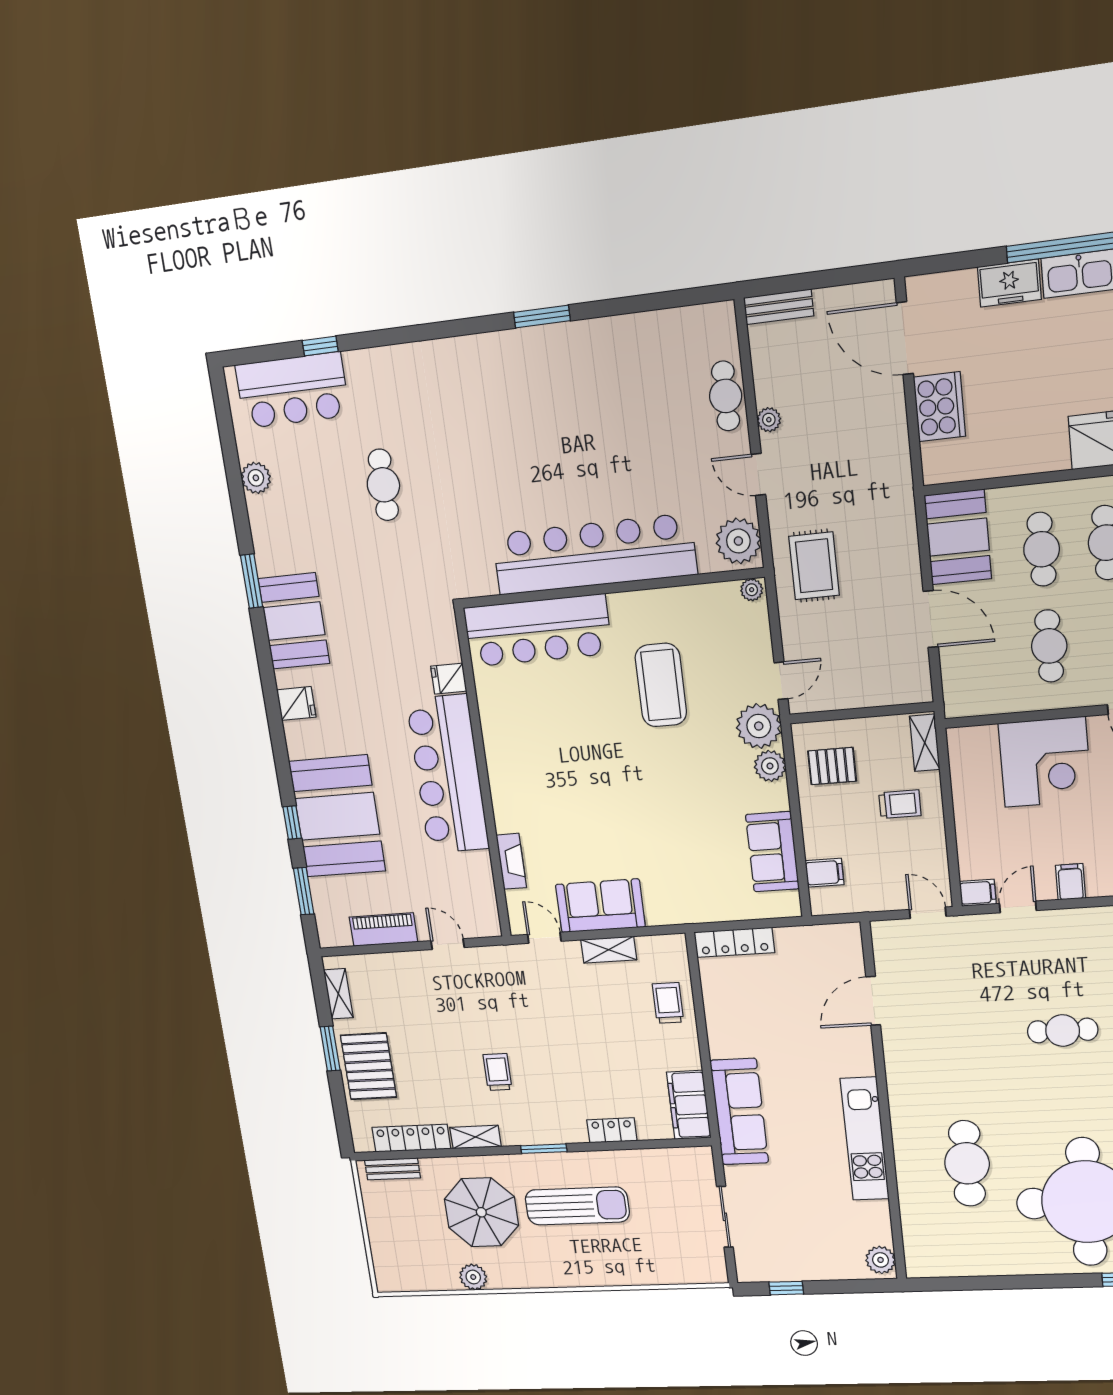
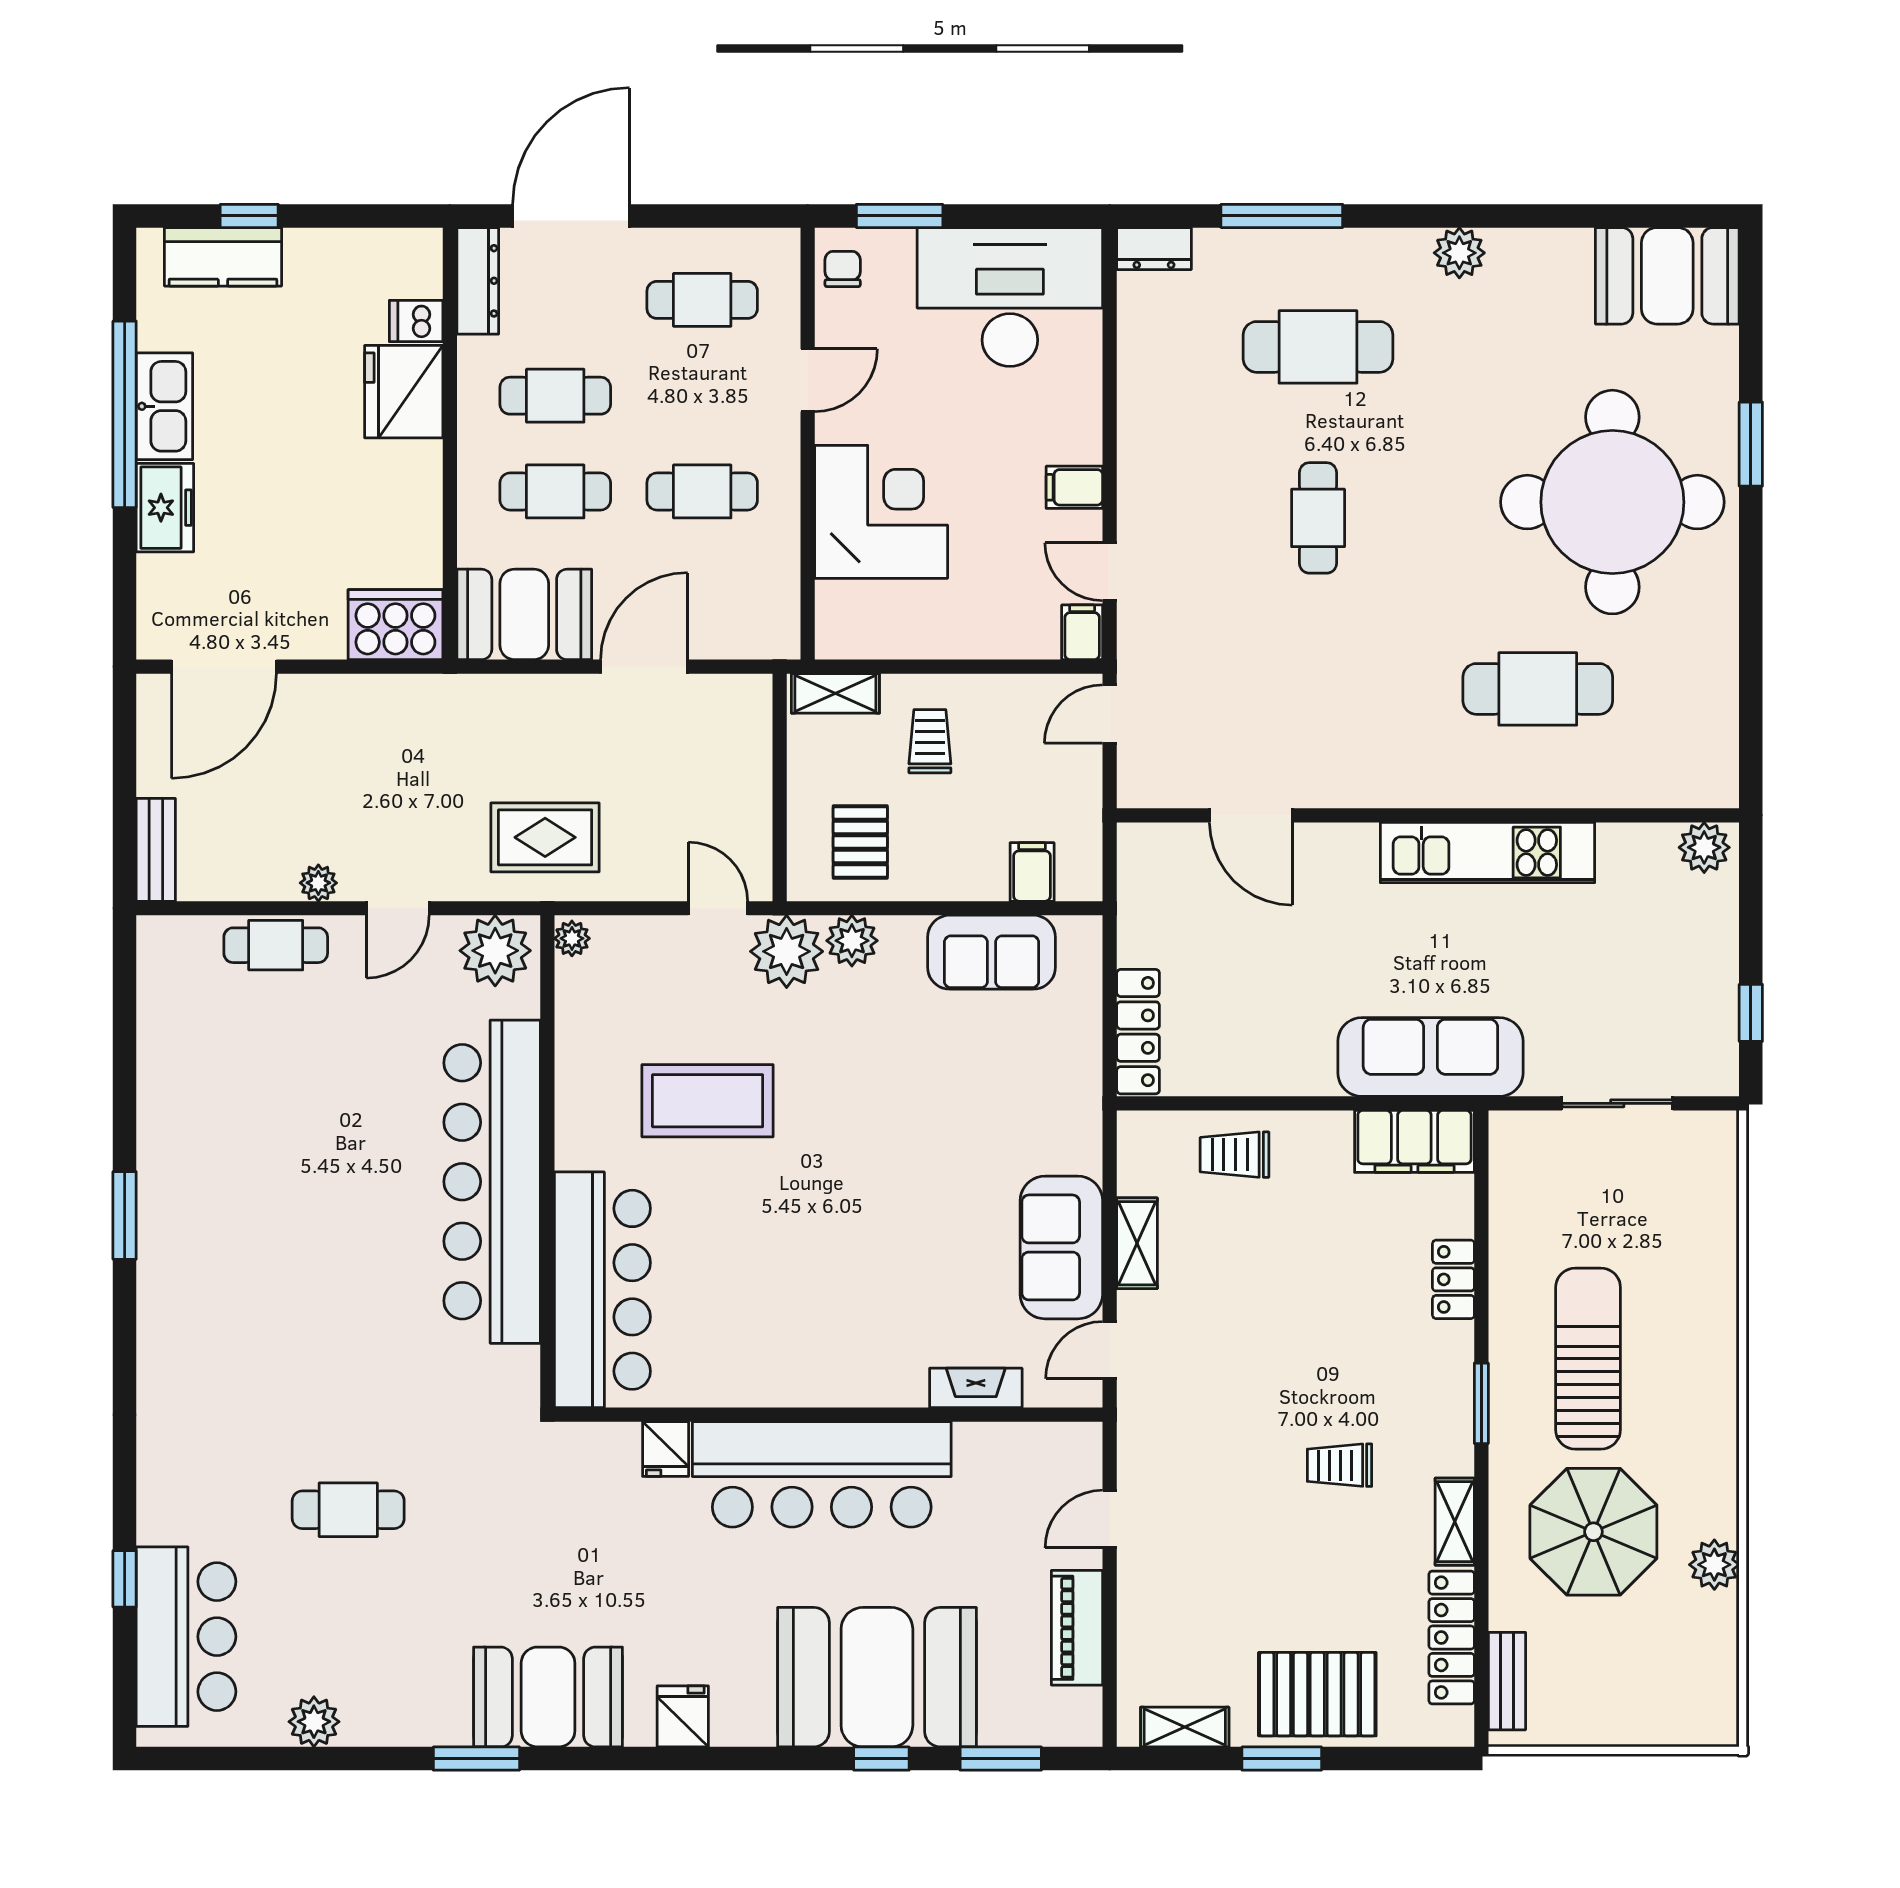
cooker: (939, 407) -> (395, 625), moved

